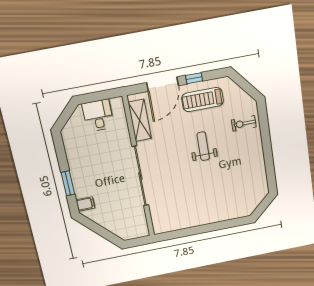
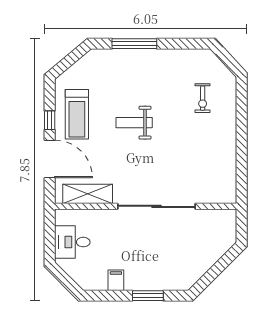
exercise bike: (244, 123) -> (203, 98), moved
window: (265, 134) -> (134, 44), added
filing cabinet: (85, 204) -> (116, 280), moved

